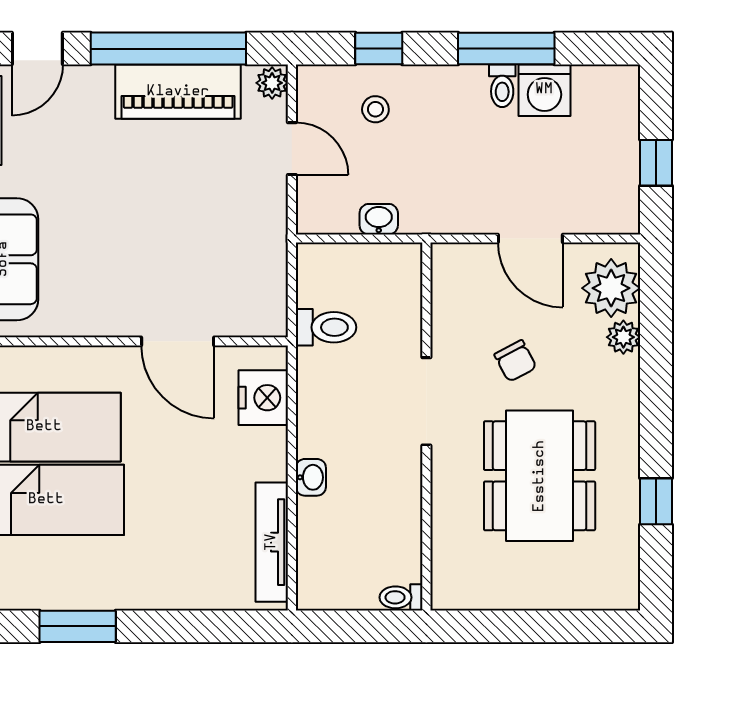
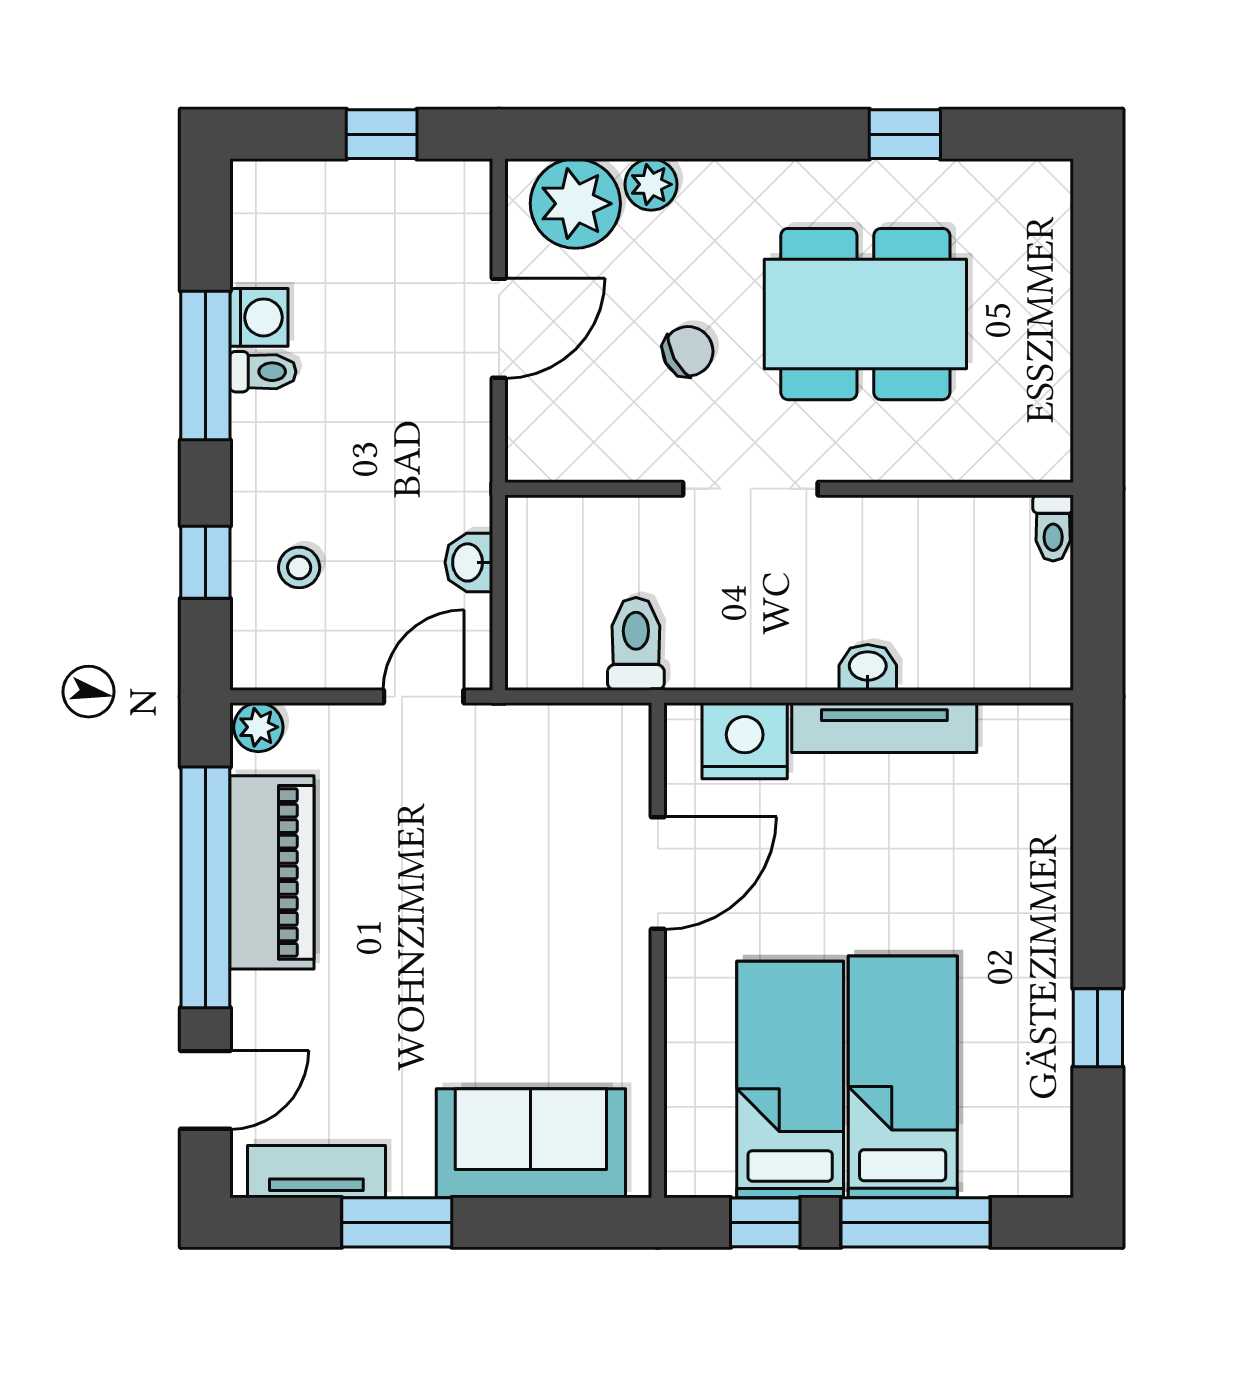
door: (37, 49) -> (205, 1090), hinge flipped
washing machine: (544, 90) -> (259, 317), width x0.73, depth x0.73
door: (292, 149) -> (424, 697), moved
tv unit: (272, 542) -> (884, 728), moved
window: (78, 626) -> (1098, 1028), width x0.67

